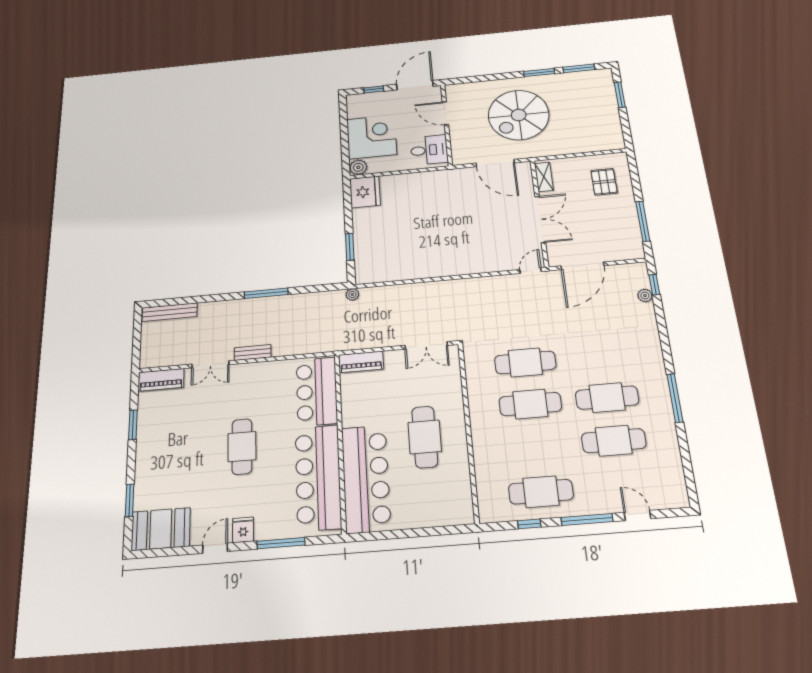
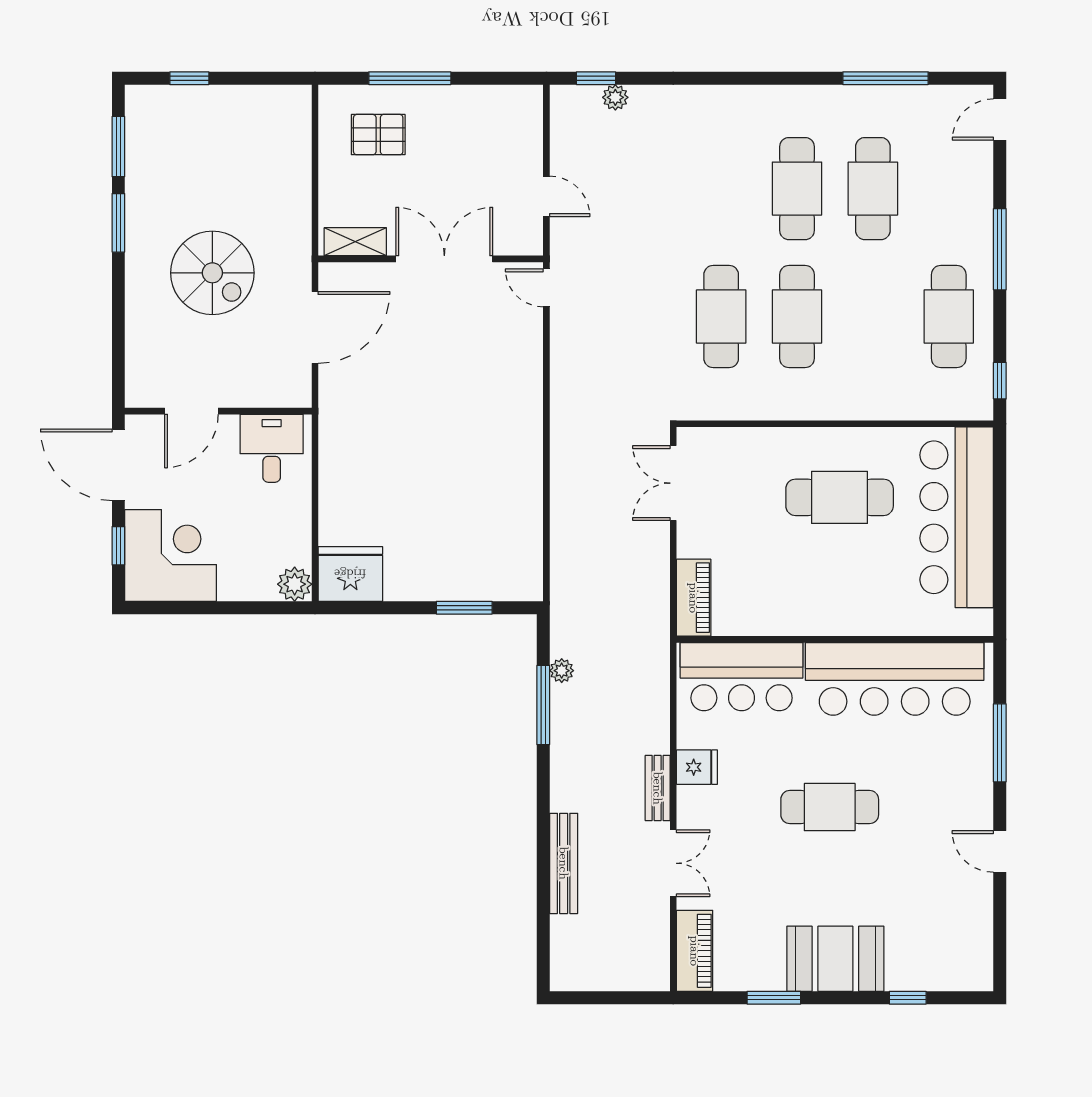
window: (620, 95) -> (189, 78), width x0.67
spiral stairs: (519, 115) -> (212, 273), width x0.73, depth x0.73
corner desk: (372, 137) -> (171, 555), moved, turned 90
window: (643, 221) -> (410, 78), moved
door: (582, 266) -> (546, 196), width x0.53
window: (266, 293) -> (543, 705), moved
plant: (352, 294) -> (562, 671), moved
bench: (170, 312) -> (564, 863), moved
double door: (426, 345) -> (673, 483), swing flipped
window: (675, 398) -> (886, 78), moved
bar counter: (366, 479) -> (957, 517), moved, turned -90
window: (130, 500) -> (908, 998), width x0.67
door: (637, 516) -> (1000, 119), moved
window: (529, 524) -> (1000, 381), moved
booth: (161, 529) -> (835, 959), moved, turned 90
fridge: (243, 530) -> (697, 767), moved, turned 180

